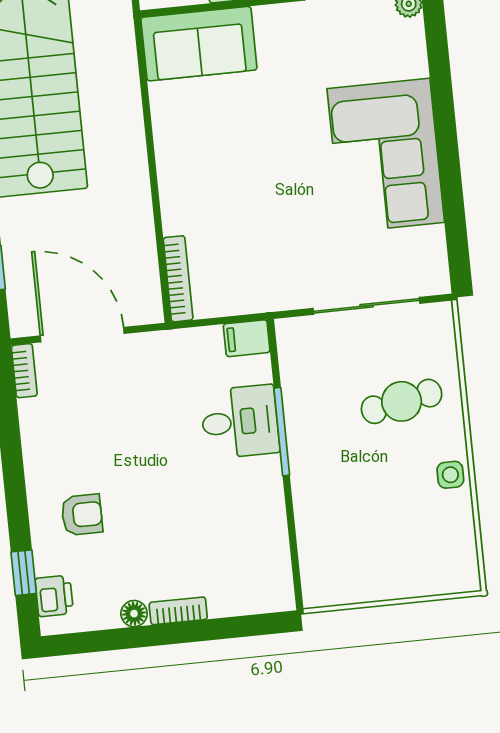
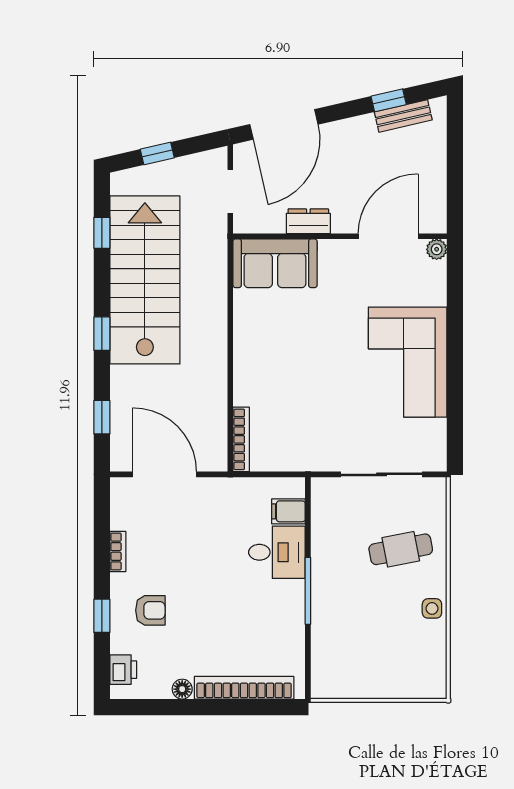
filing cabinet: (247, 338) -> (288, 511), moved
bookcase: (24, 371) -> (118, 551), moved
window: (282, 432) -> (308, 591), moved
window: (24, 573) -> (102, 616), moved
bookcase: (178, 611) -> (244, 688), width x2.31, depth x1.31

